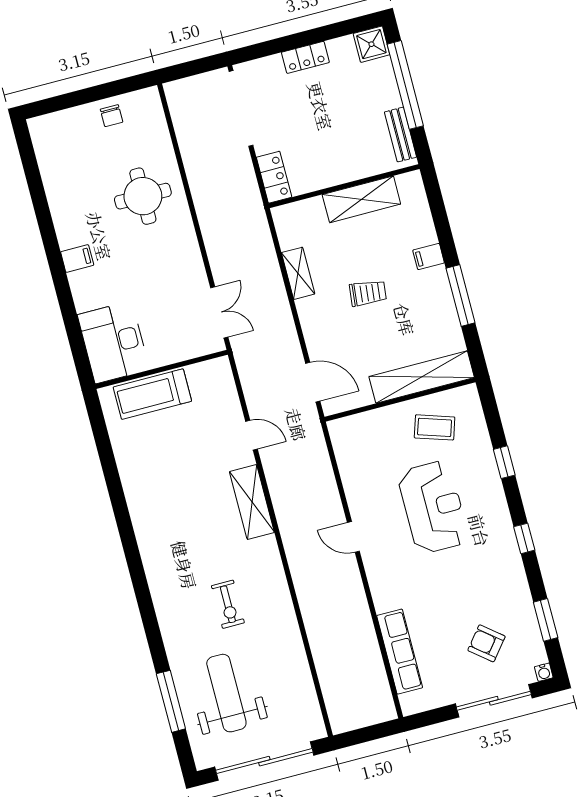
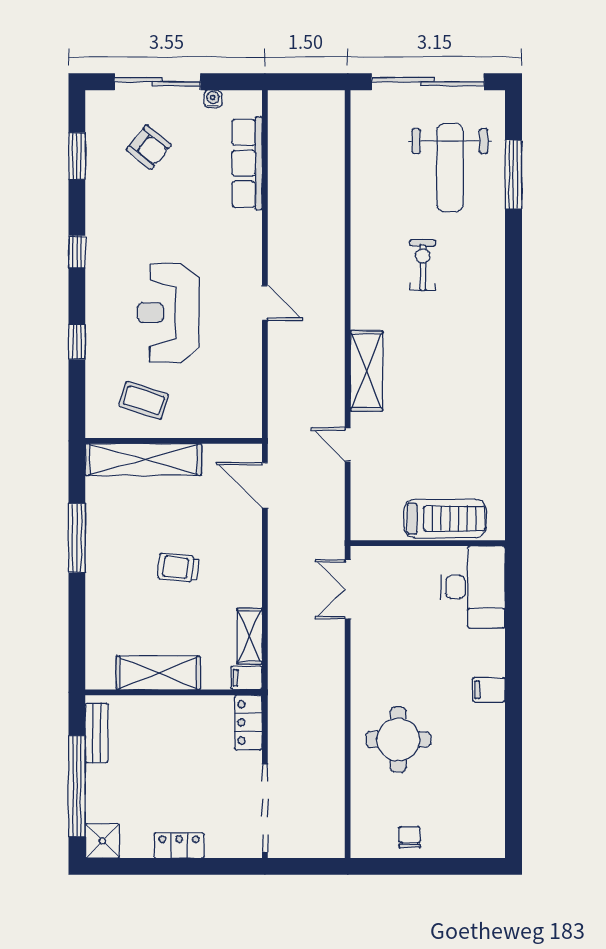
filing cabinet: (429, 256) -> (246, 678), moved, turned 180
shelving: (298, 273) -> (250, 636), moved
water cooler: (544, 672) -> (213, 99), moved

